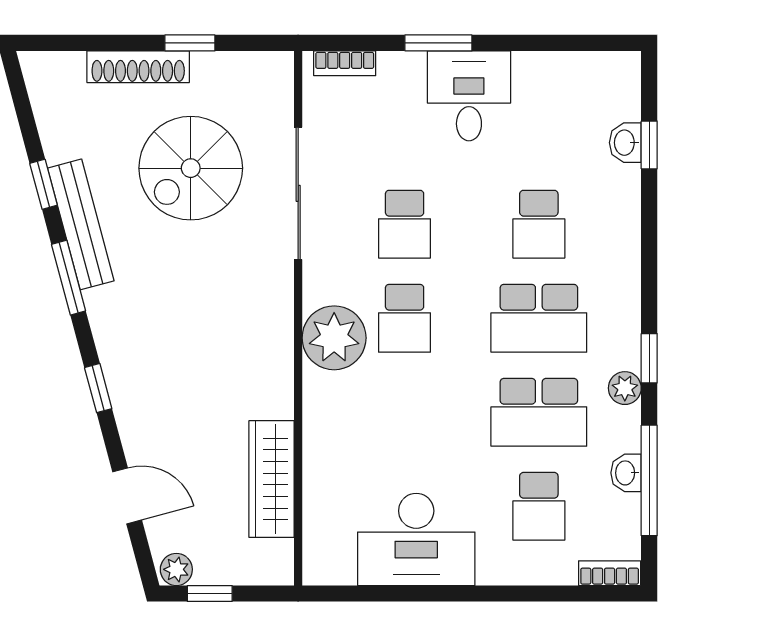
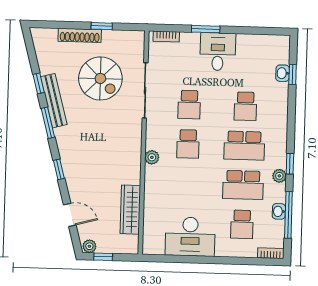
spiral stairs: (191, 168) -> (100, 78), turned -90
plant: (334, 338) -> (152, 157), width x0.53, depth x0.53

